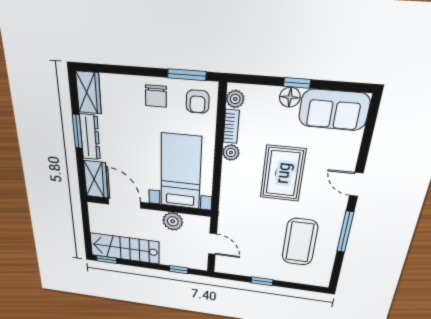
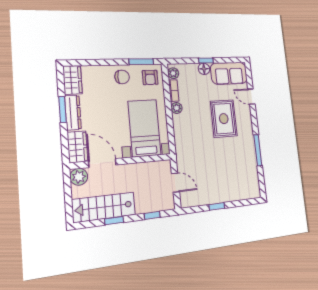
chair: (156, 96) -> (122, 77), turned -90
rug: (283, 173) -> (224, 119), moved
door: (356, 184) -> (251, 97), moved
plant: (173, 221) -> (79, 177), moved
coffee table: (300, 242) -> (234, 165), removed
window: (107, 260) -> (114, 221), moved

